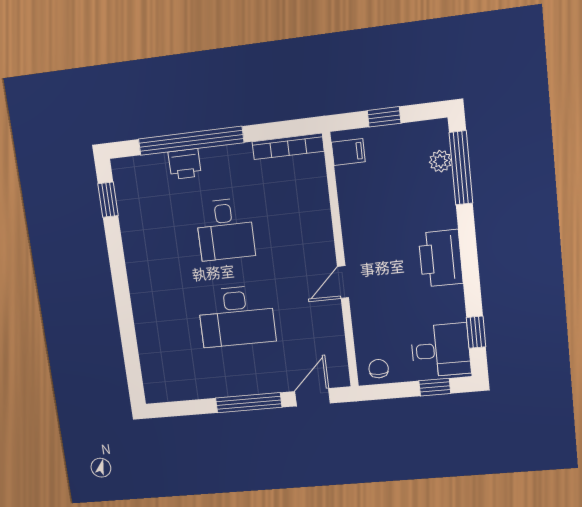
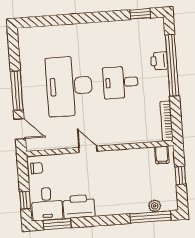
printer: (441, 258) -> (79, 207), moved
desk: (236, 316) -> (69, 86), width x1.36, depth x1.30
window: (476, 332) -> (57, 224), width x1.50

